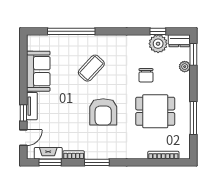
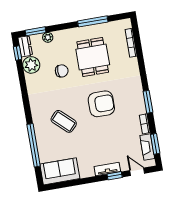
window: (158, 31) -> (18, 53), moved
sofa: (38, 71) -> (60, 171), moved

